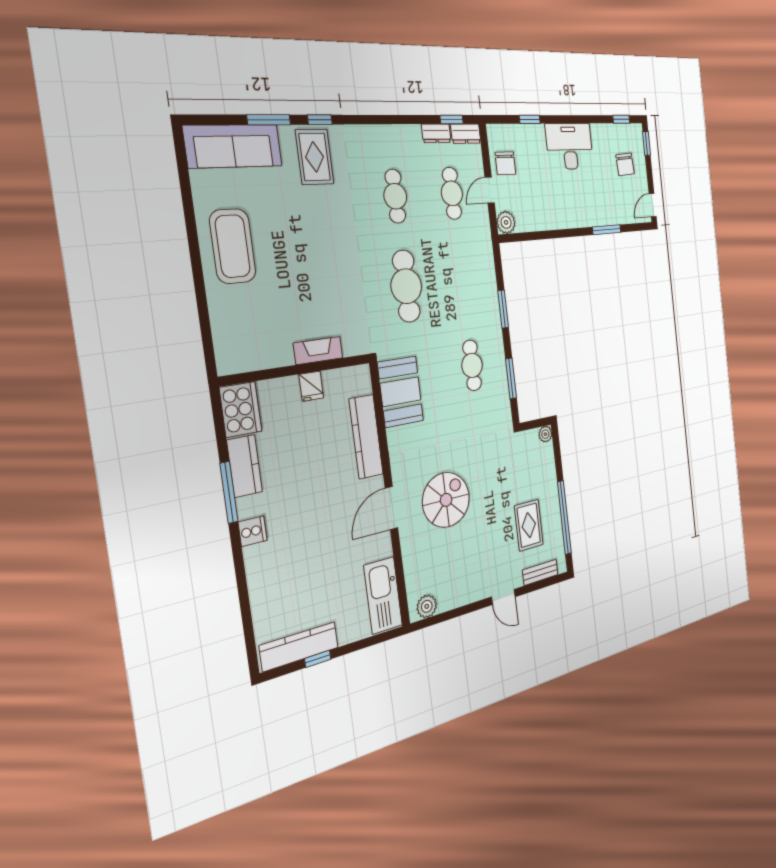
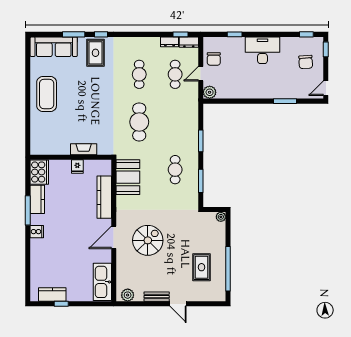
bench: (540, 572) -> (157, 297), moved
kitchen counter: (299, 647) -> (52, 295), width x0.67

